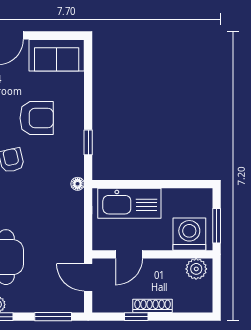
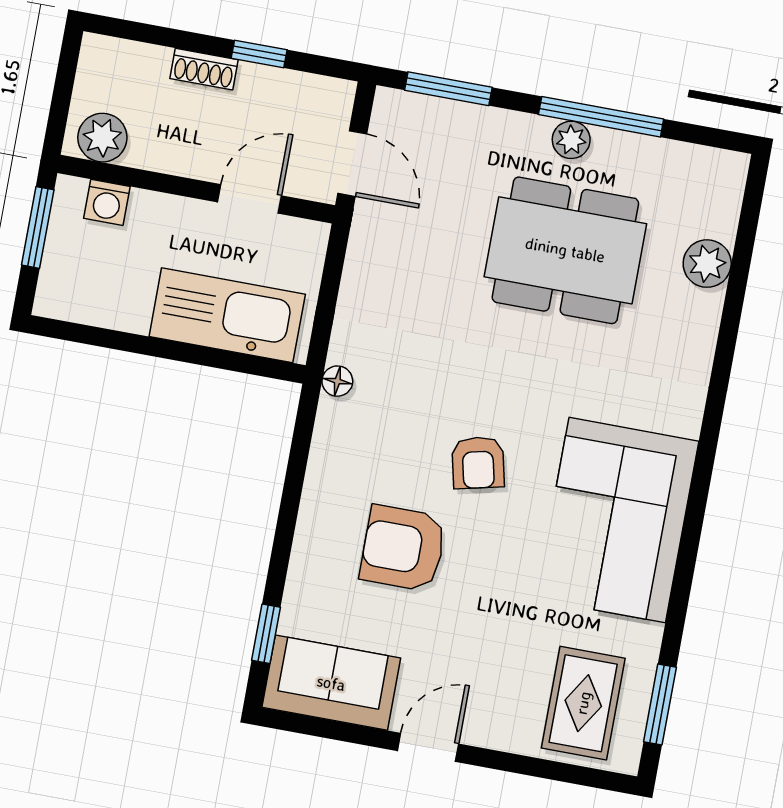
window: (88, 142) -> (266, 634), moved
washing machine: (189, 234) -> (107, 202), width x0.53, depth x0.53
shoe rack: (153, 306) -> (204, 69), width x0.70

